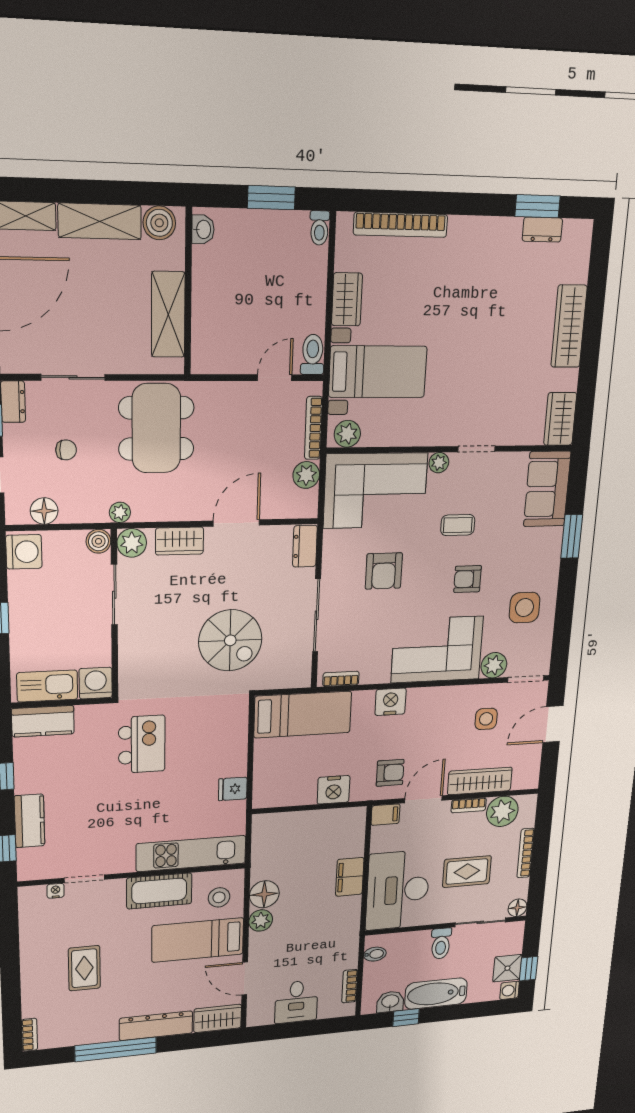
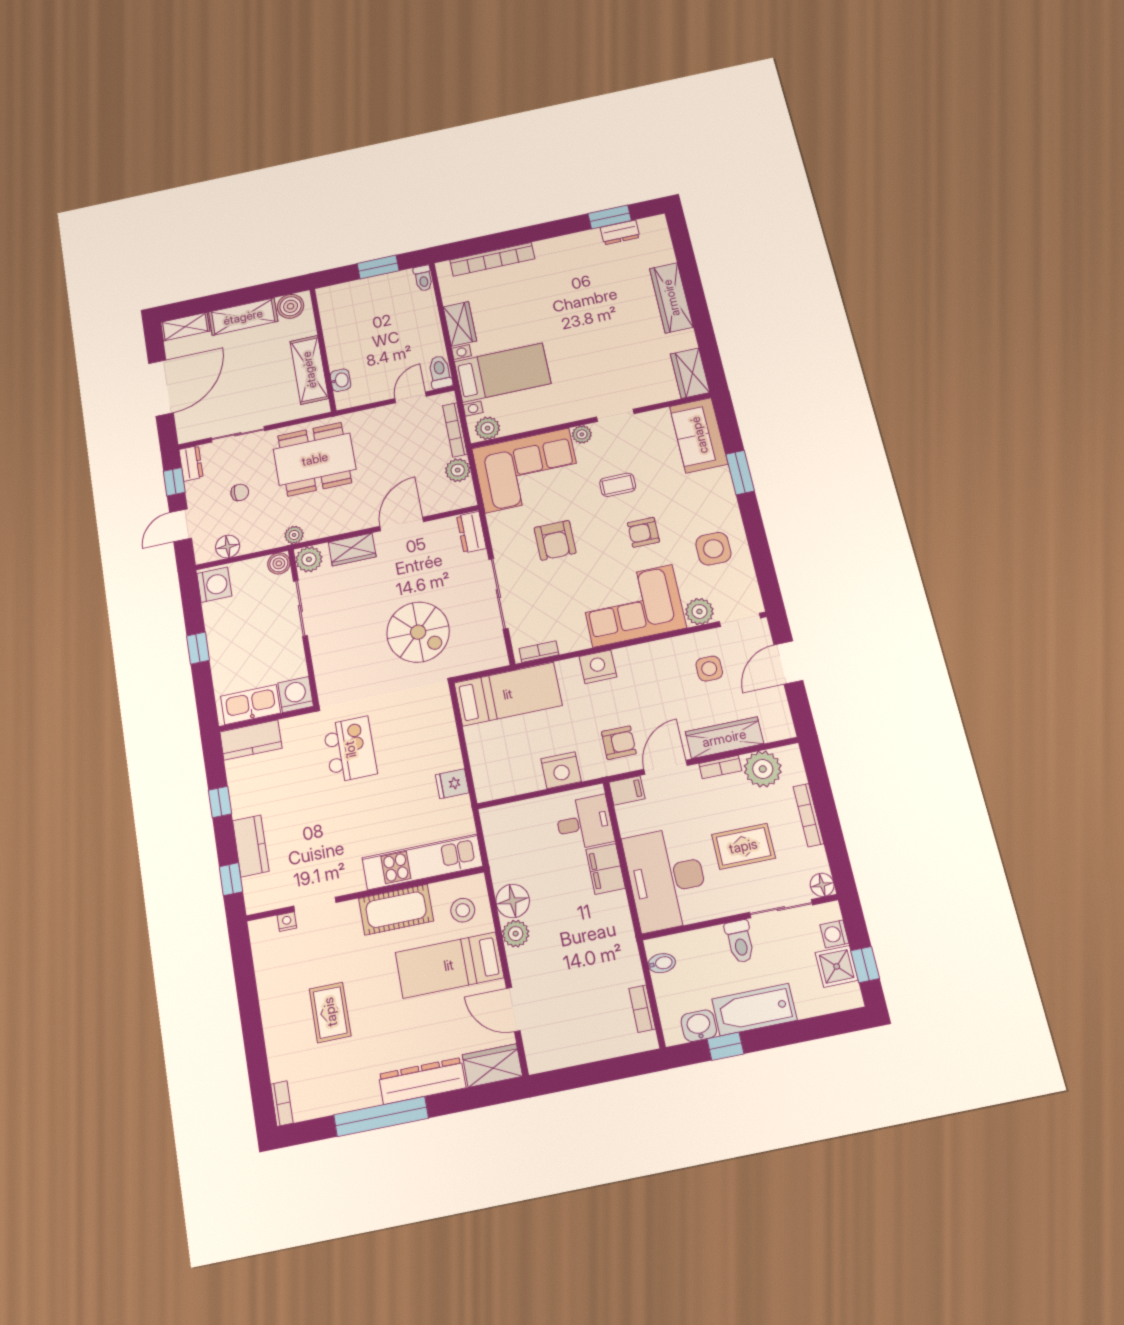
washbasin: (203, 229) -> (341, 380), moved
dining table: (156, 428) -> (315, 459), turned 90
washing machine: (510, 990) -> (834, 934), moved
desk: (296, 1002) -> (584, 823), moved, turned -90

